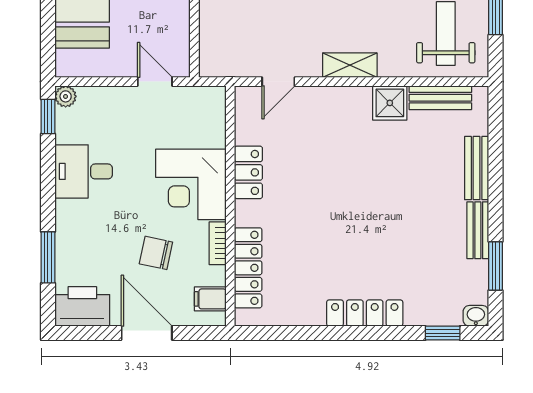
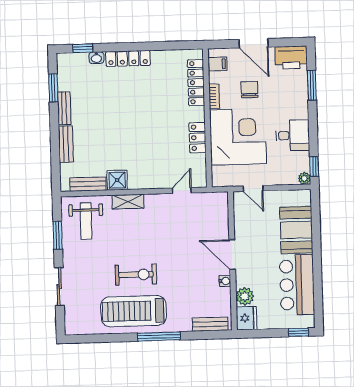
shelving: (350, 65) -> (128, 202), moved
corner desk: (191, 184) -> (238, 137), width x1.36, depth x1.36
chair: (156, 253) -> (250, 90), turned -102
washbasin: (476, 316) -> (96, 58), moved

